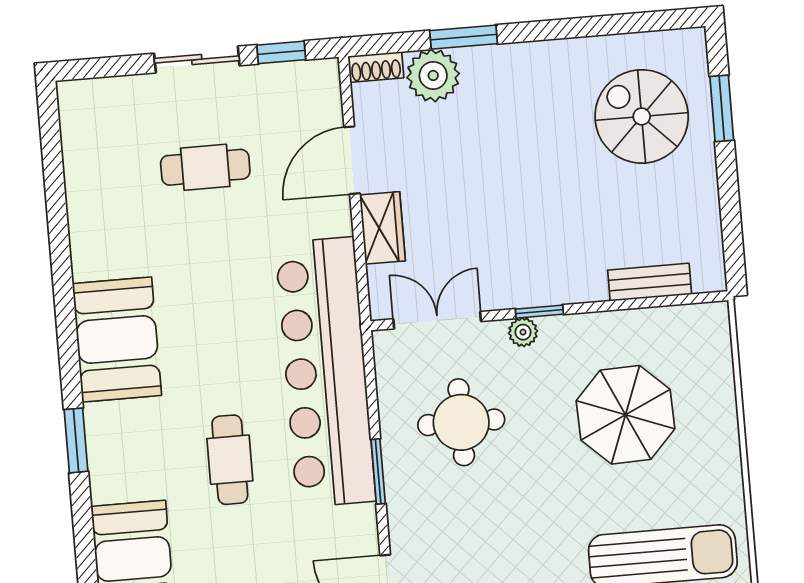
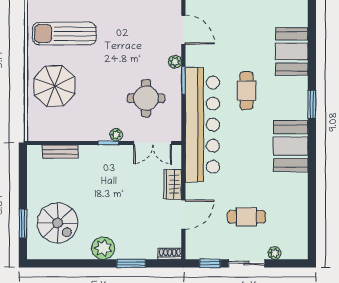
plant: (433, 75) -> (103, 248), moved
plant: (133, 89) -> (275, 253), added
parasol: (626, 415) -> (54, 86), moved
plant: (401, 512) -> (175, 62), added

